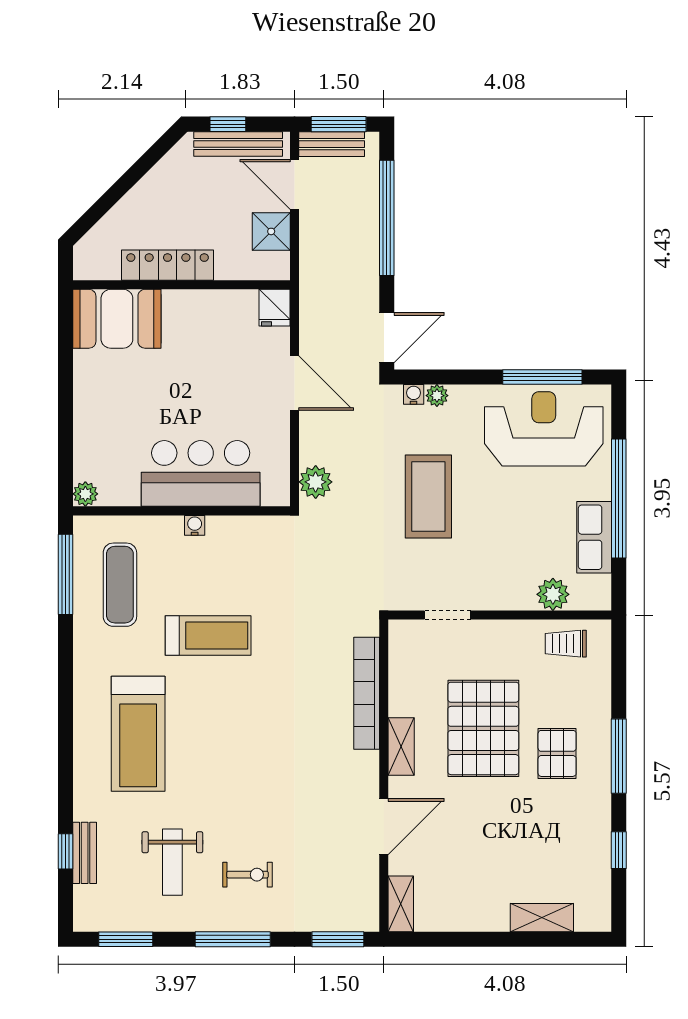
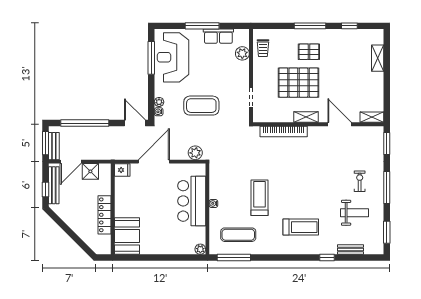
door: (295, 383) -> (154, 162), width x1.36
window: (619, 499) -> (202, 26), width x0.68
treadmill: (138, 734) -> (301, 227), width x0.73, depth x0.73
window: (65, 851) -> (327, 258), moved

